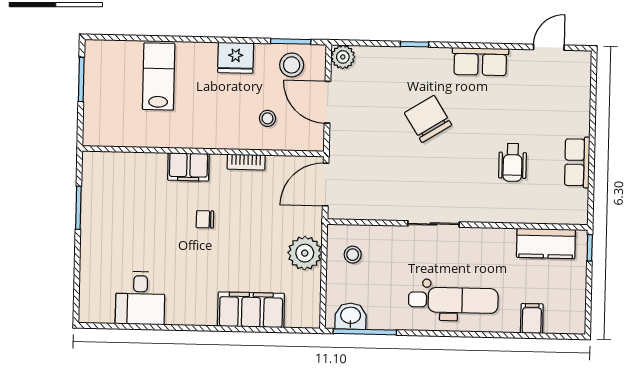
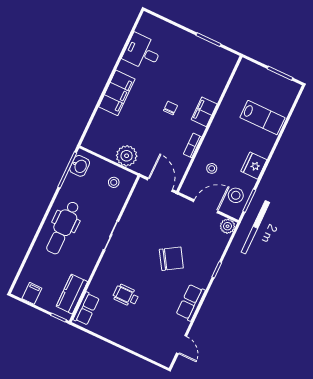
row of seats: (577, 162) -> (86, 309), moved, turned 90
filing cabinet: (251, 310) -> (117, 93), moved
filing cabinet: (532, 318) -> (32, 293), moved, turned -90

